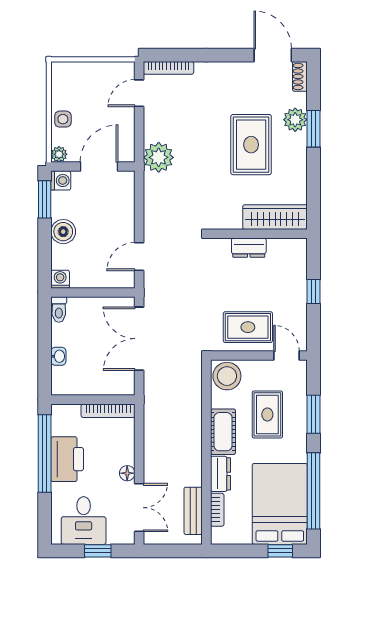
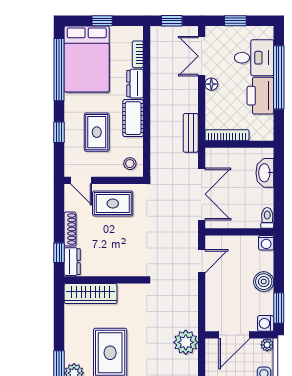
dresser: (249, 248) -> (72, 262), moved, turned 90
window: (313, 291) -> (59, 253), moved
shoe rack: (300, 296) -> (70, 229), added
washbasin: (58, 356) -> (265, 173), width x1.91, depth x1.45
stool: (227, 376) -> (130, 164), width x0.53, depth x0.53
window: (313, 414) -> (59, 132), width x0.67
window: (45, 454) -> (279, 77), moved
bench: (193, 511) -> (191, 133), moved
desk: (84, 521) -> (254, 58), moved, turned 90
window: (176, 551) -> (172, 21), added
window: (280, 551) -> (102, 21), moved

